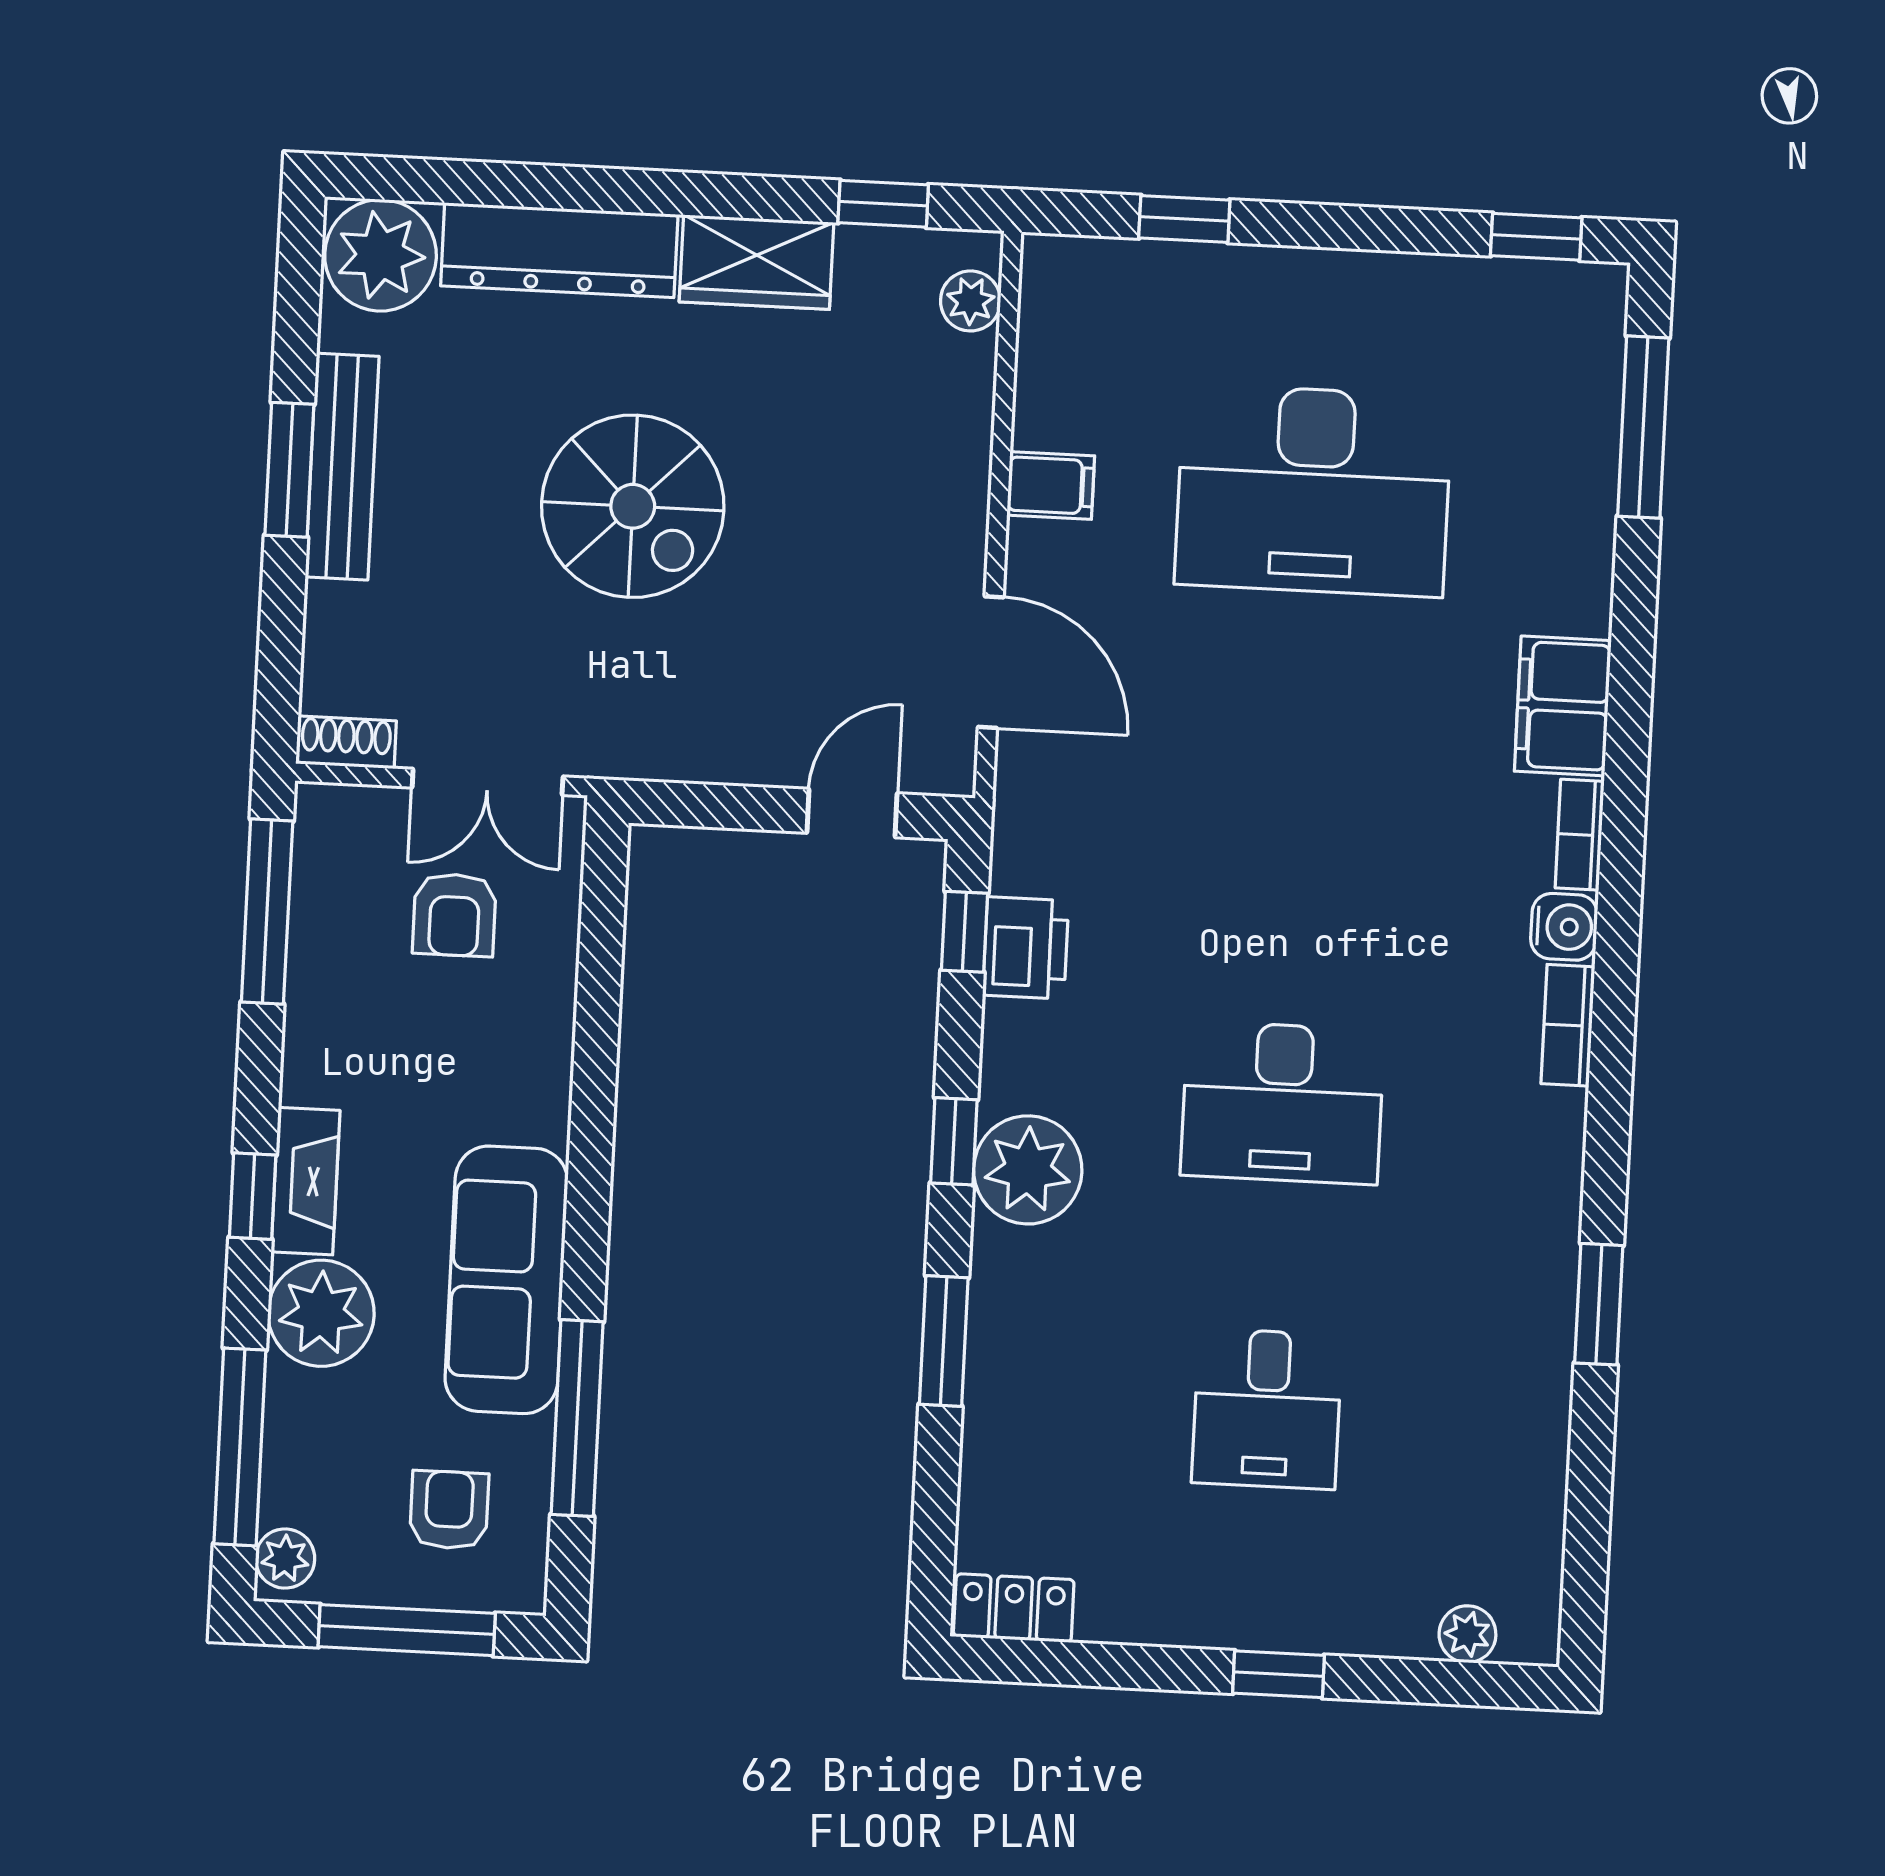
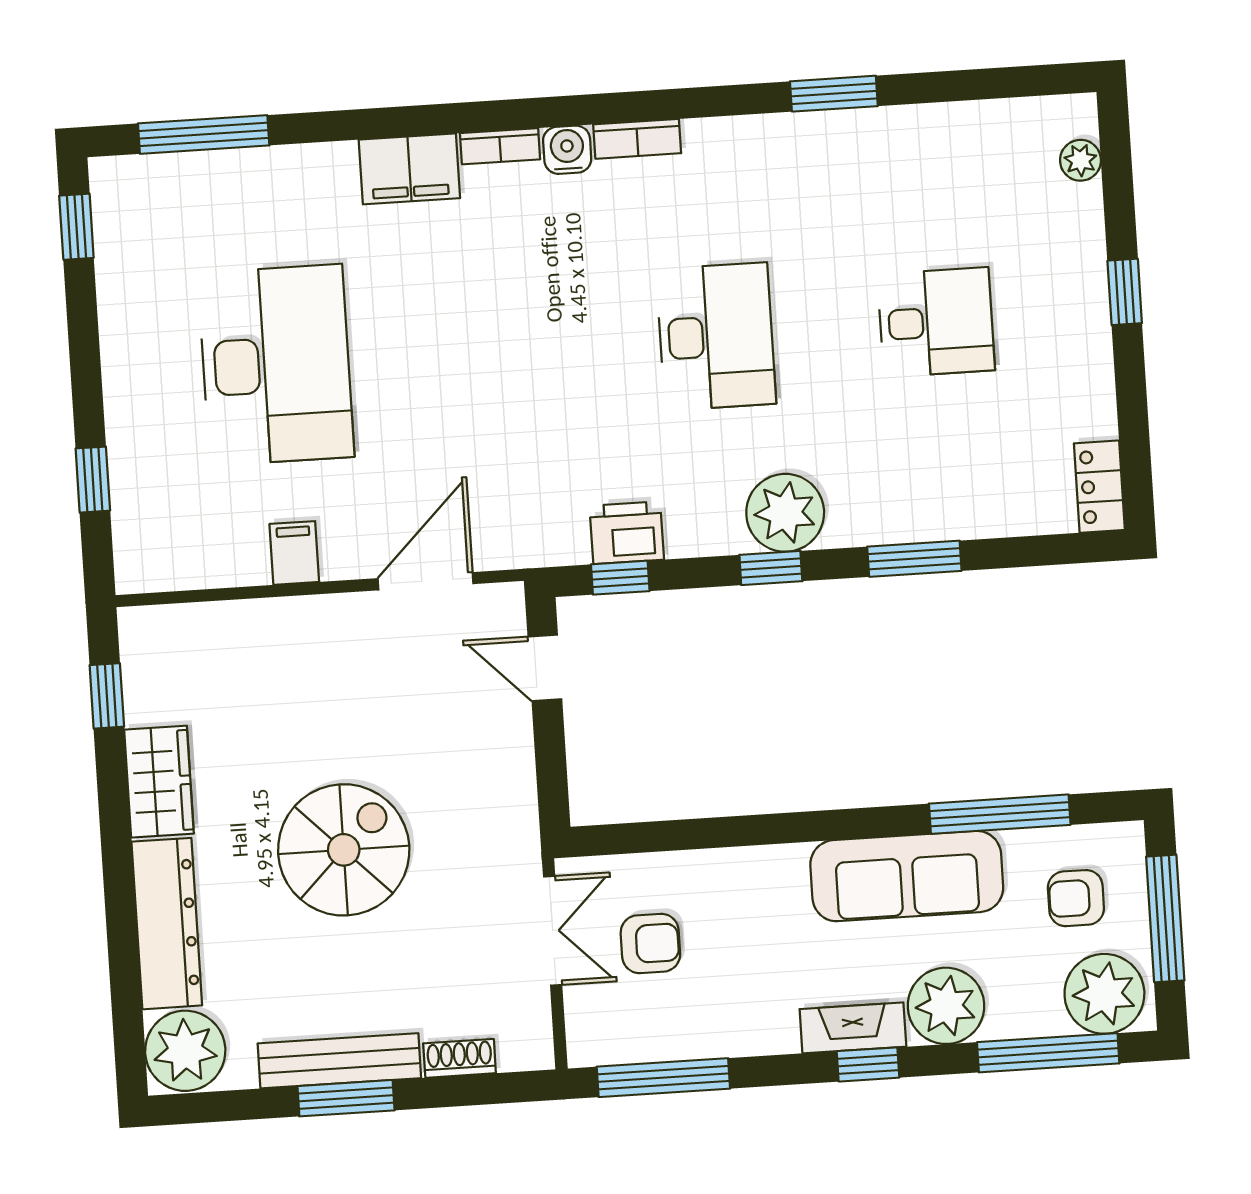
plant: (971, 301) -> (169, 625), removed
shoe rack: (346, 742) -> (460, 1058), moved, turned 90
plant: (285, 1559) -> (1104, 994), width x1.87, depth x1.87

